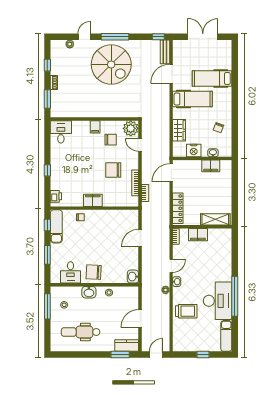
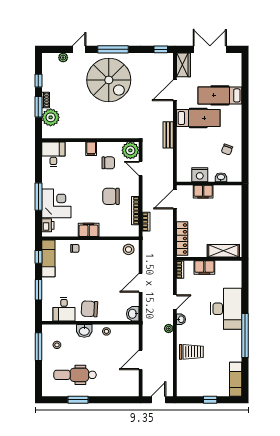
bench: (165, 52) -> (168, 135), moved
plant: (58, 98) -> (51, 117), added
window: (47, 99) -> (38, 107), moved
wardrobe: (179, 130) -> (183, 65), moved
filing cabinet: (211, 166) -> (203, 192), moved
window: (47, 170) -> (38, 197), width x2.17
corner desk: (64, 176) -> (56, 203), added
stool: (129, 218) -> (129, 249), added
door: (140, 238) -> (141, 283), moved
desk: (218, 301) -> (226, 309), moved
kitchen counter: (127, 346) -> (126, 390), removed
window: (120, 355) -> (78, 400), moved

